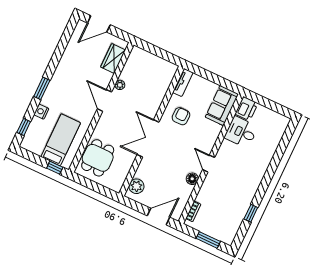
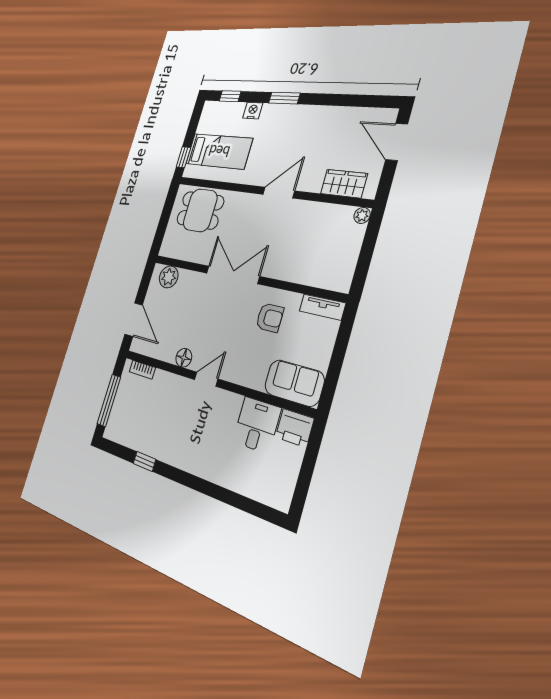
plant: (120, 85) -> (362, 215), moved
window: (208, 240) -> (109, 400), width x1.44

